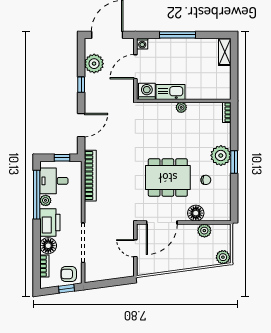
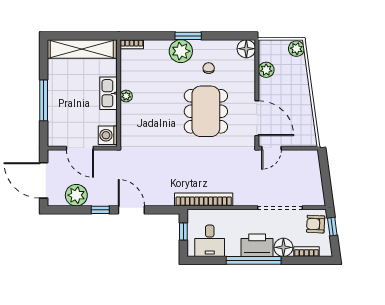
washing machine: (142, 44) -> (54, 140), removed
shelving: (225, 52) -> (82, 49), width x2.20, depth x1.33
kitchen sink: (170, 92) -> (109, 93), moved
door: (81, 125) -> (131, 210), moved
window: (37, 195) -> (254, 260), moved
plant: (46, 200) -> (232, 250), removed
floor lamp: (196, 213) -> (246, 49), moved
door: (135, 248) -> (271, 148), moved
armchair: (69, 274) -> (316, 224), turned 93

